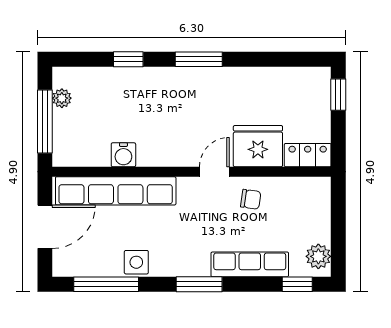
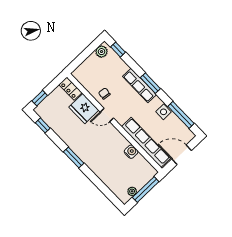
window: (128, 59) -> (43, 125), moved
row of seats: (250, 264) -> (139, 85), moved

